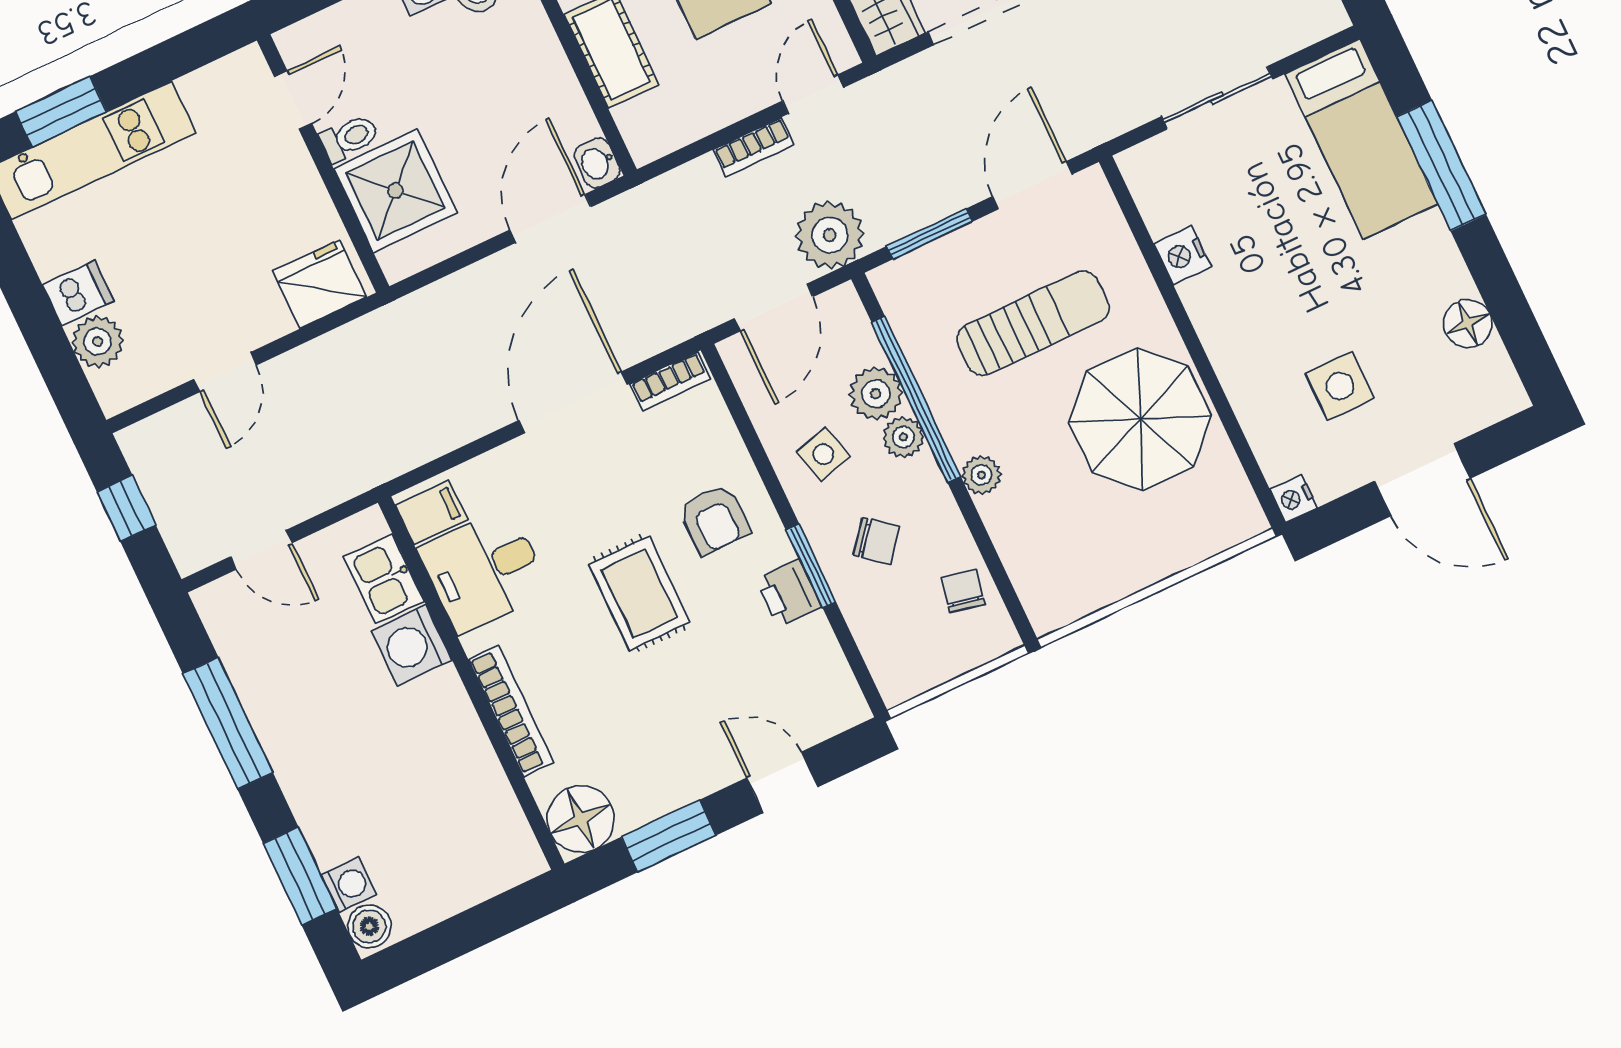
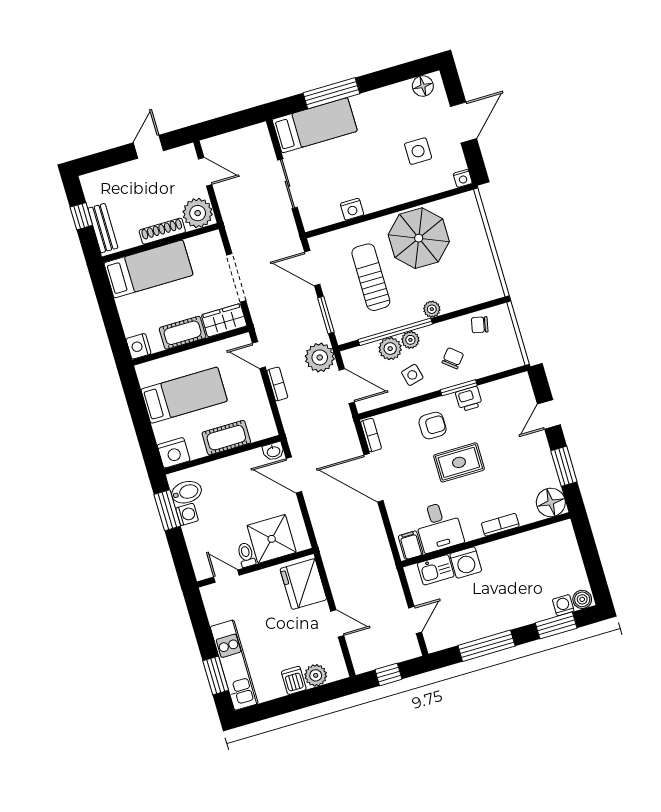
fridge: (320, 284) -> (303, 584), width x1.36, depth x1.34
floor lamp: (1468, 324) -> (423, 86), moved
bookcase: (511, 711) -> (500, 525), width x0.64

